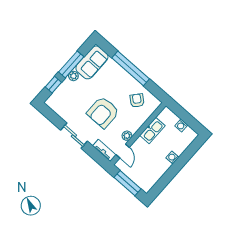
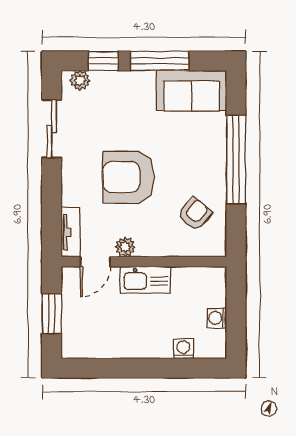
plant: (73, 76) -> (80, 80), moved
kitchen sink: (152, 130) -> (145, 280), moved
sliding door: (74, 136) -> (52, 129), moved
washing machine: (172, 158) -> (183, 349), moved
window: (127, 183) -> (52, 314), width x0.69

